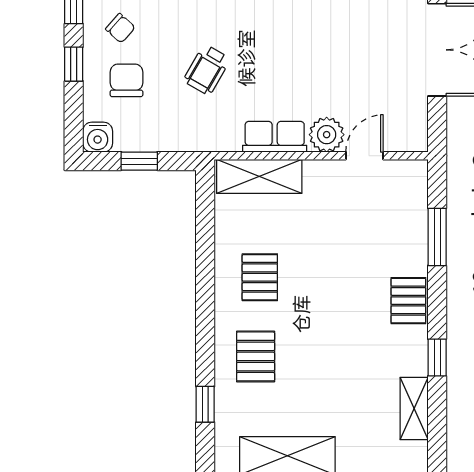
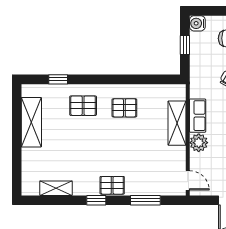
door: (364, 156) -> (188, 180), moved
shelving: (259, 176) -> (177, 123), moved
window: (437, 357) -> (96, 200), moved

